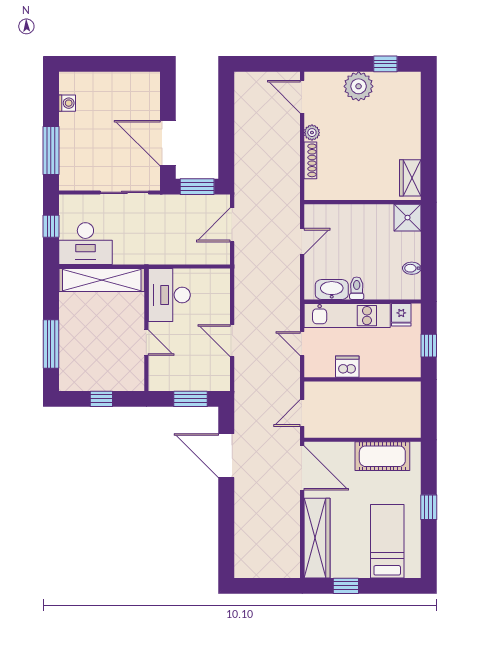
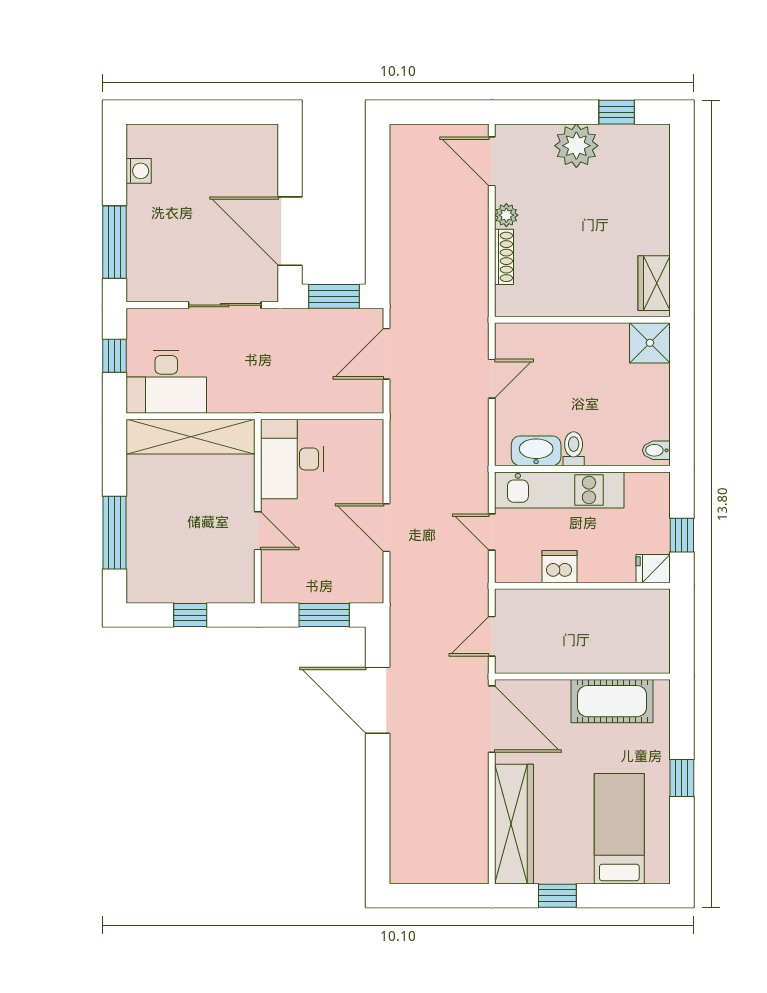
bidet: (412, 268) -> (656, 450), moved
fridge: (401, 315) -> (653, 569), moved, turned 90

